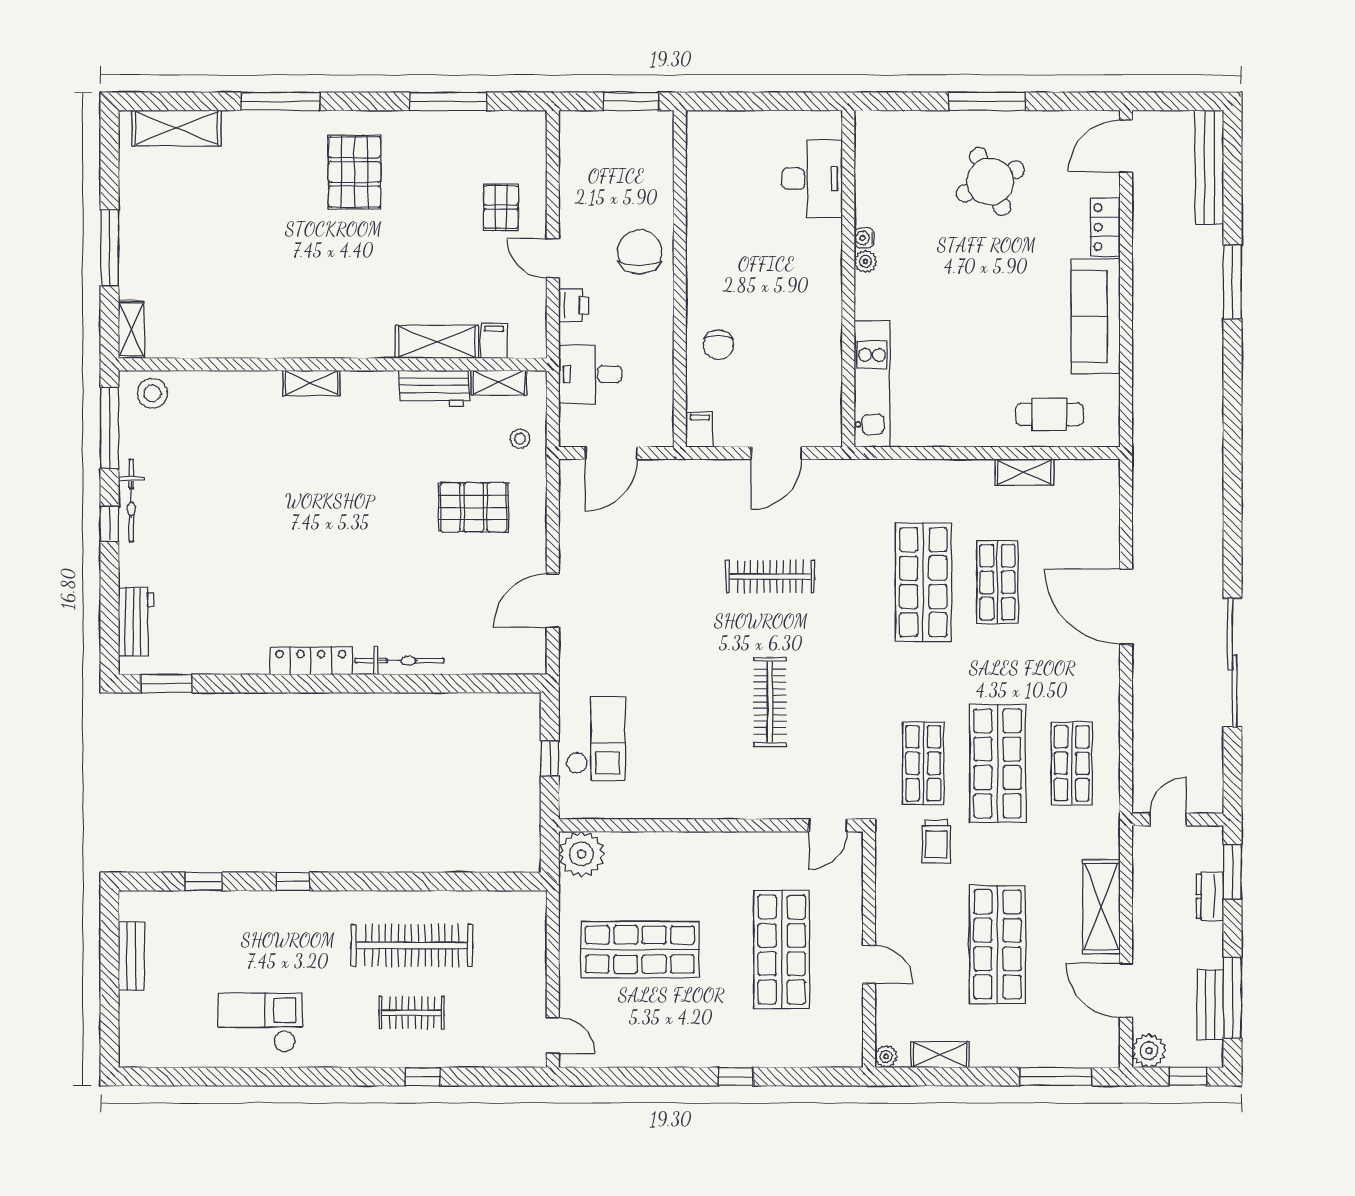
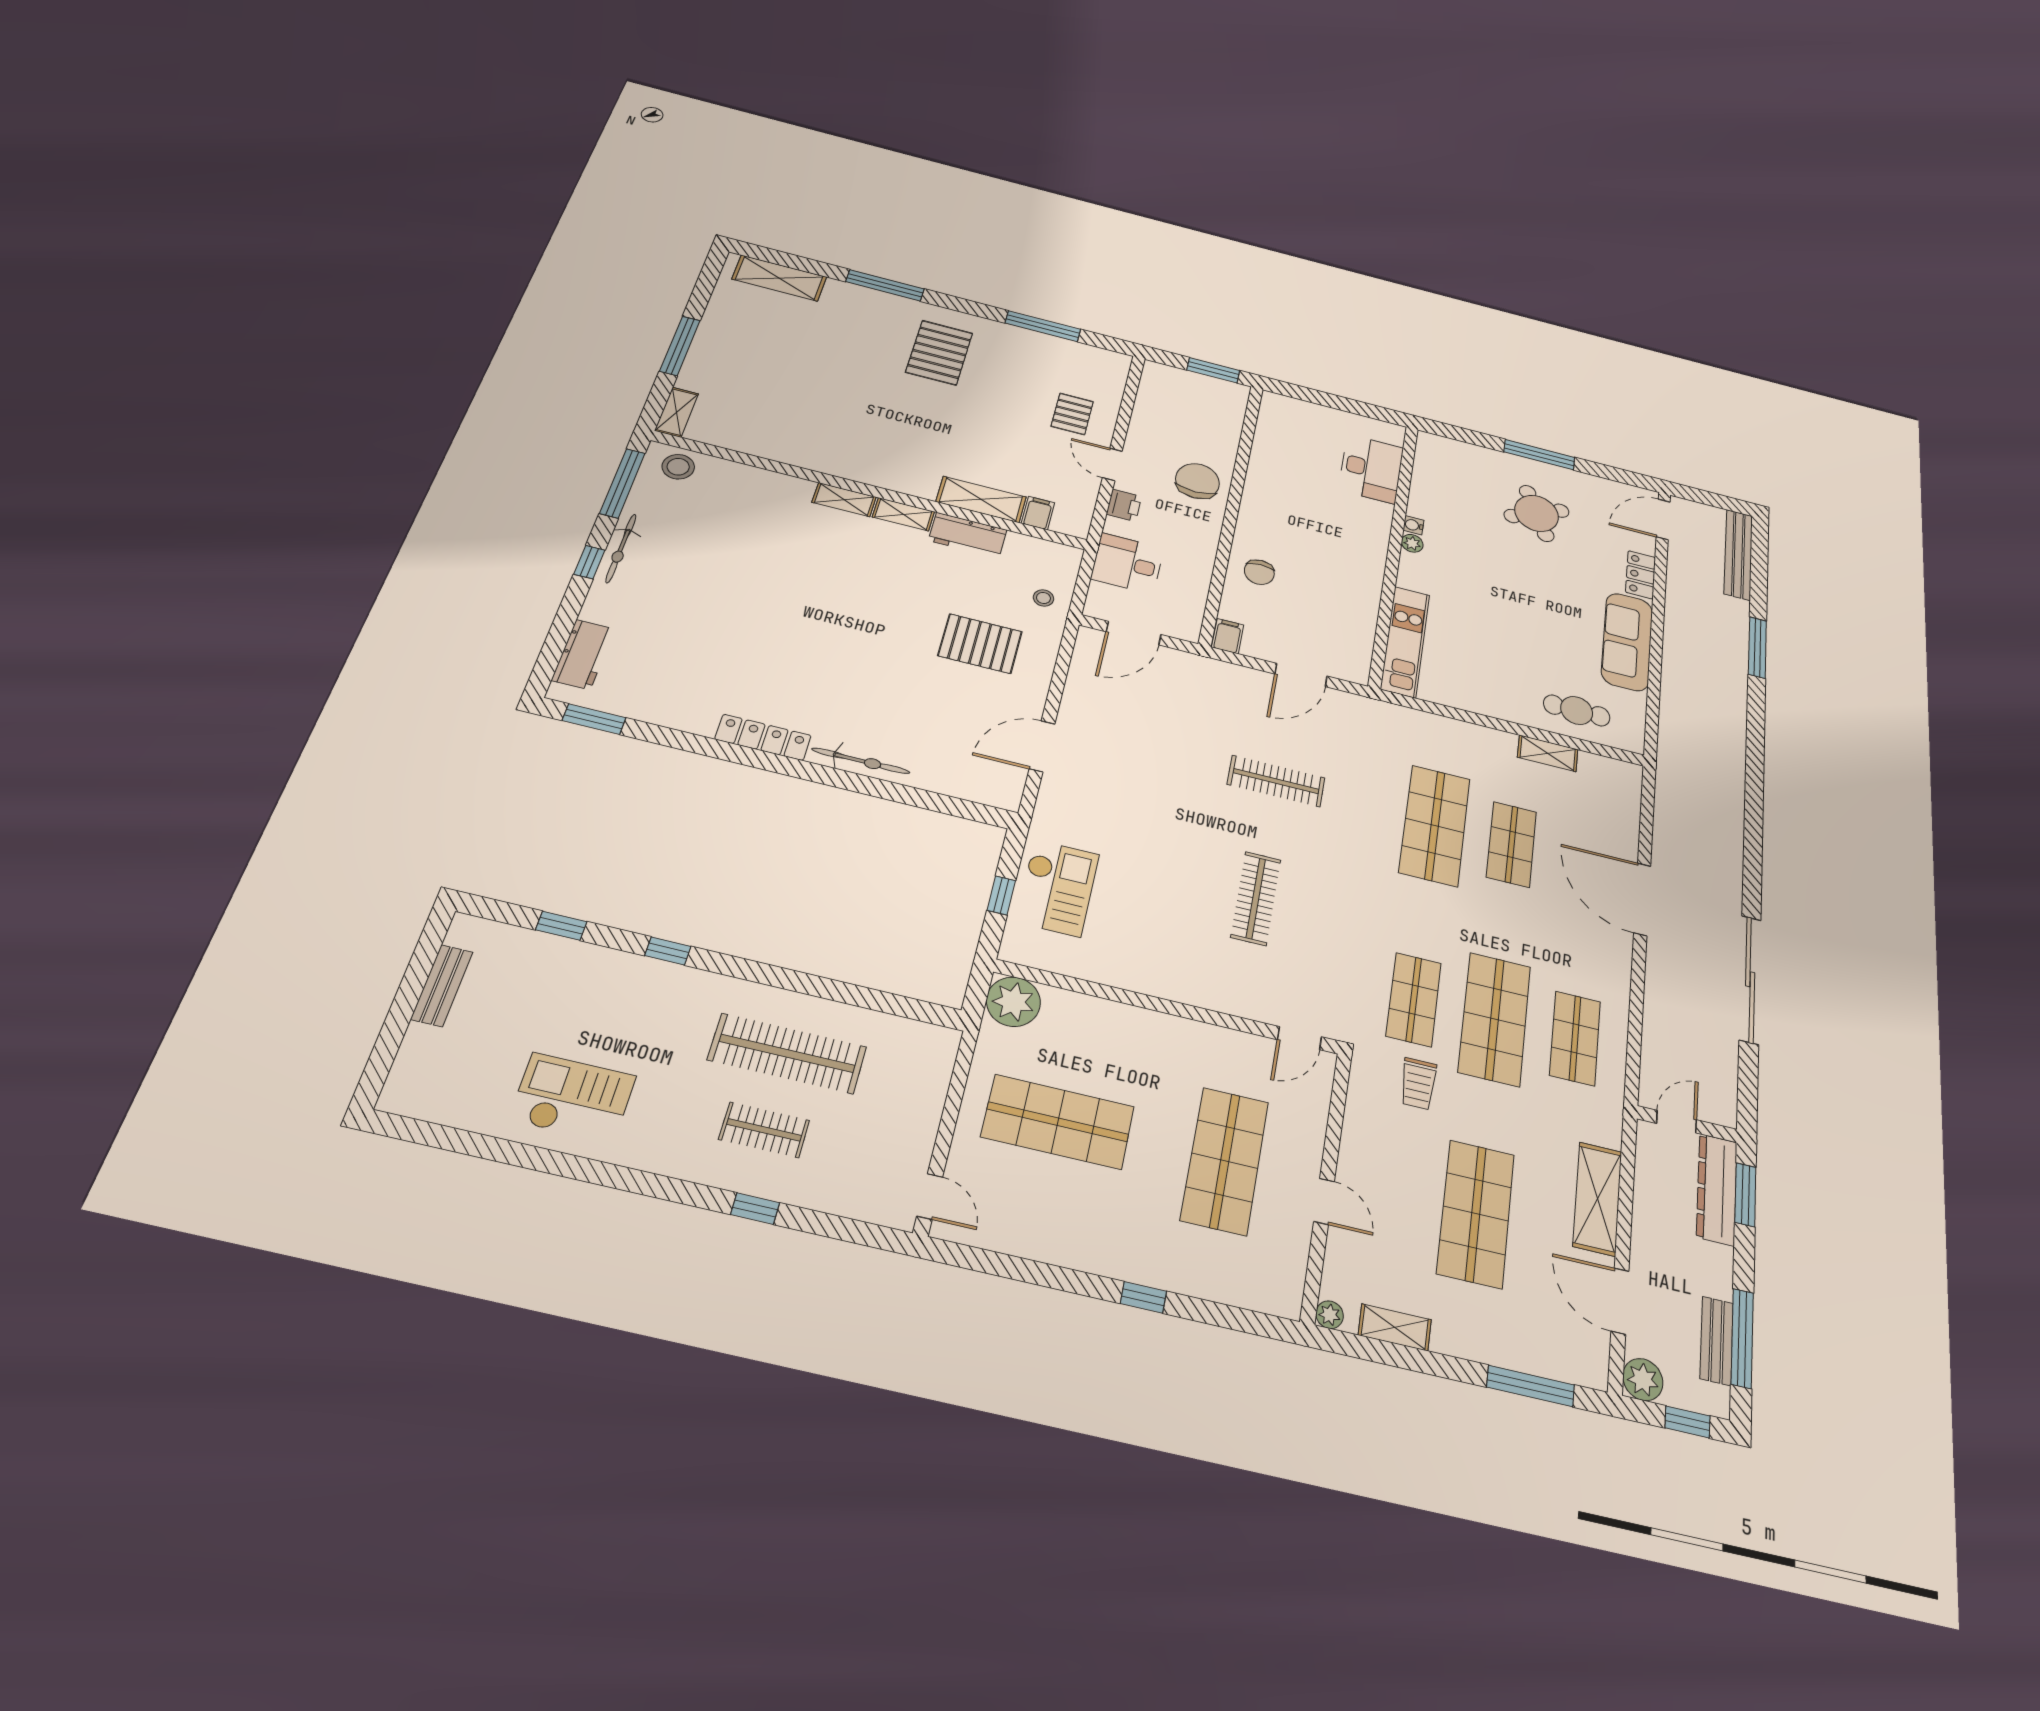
shelving: (499, 383) -> (903, 514), moved
dresser: (1210, 896) -> (1717, 1189), width x1.96, depth x1.24

